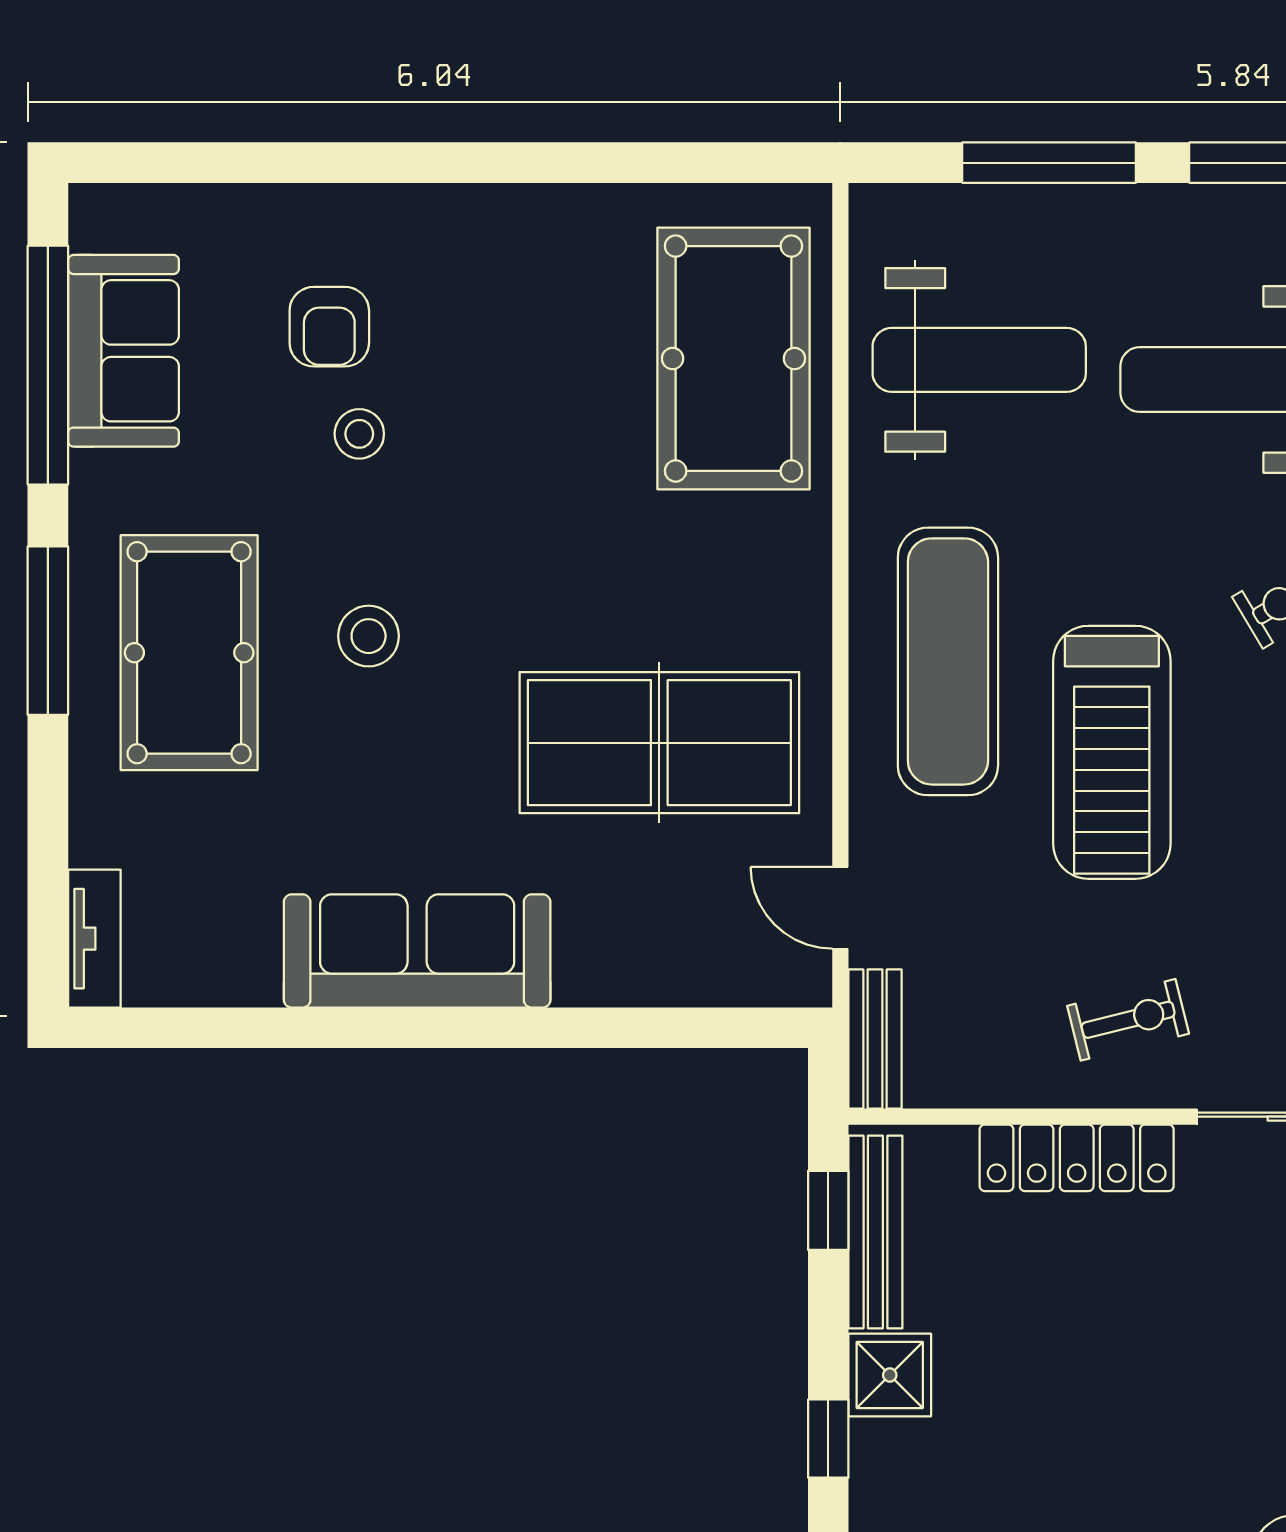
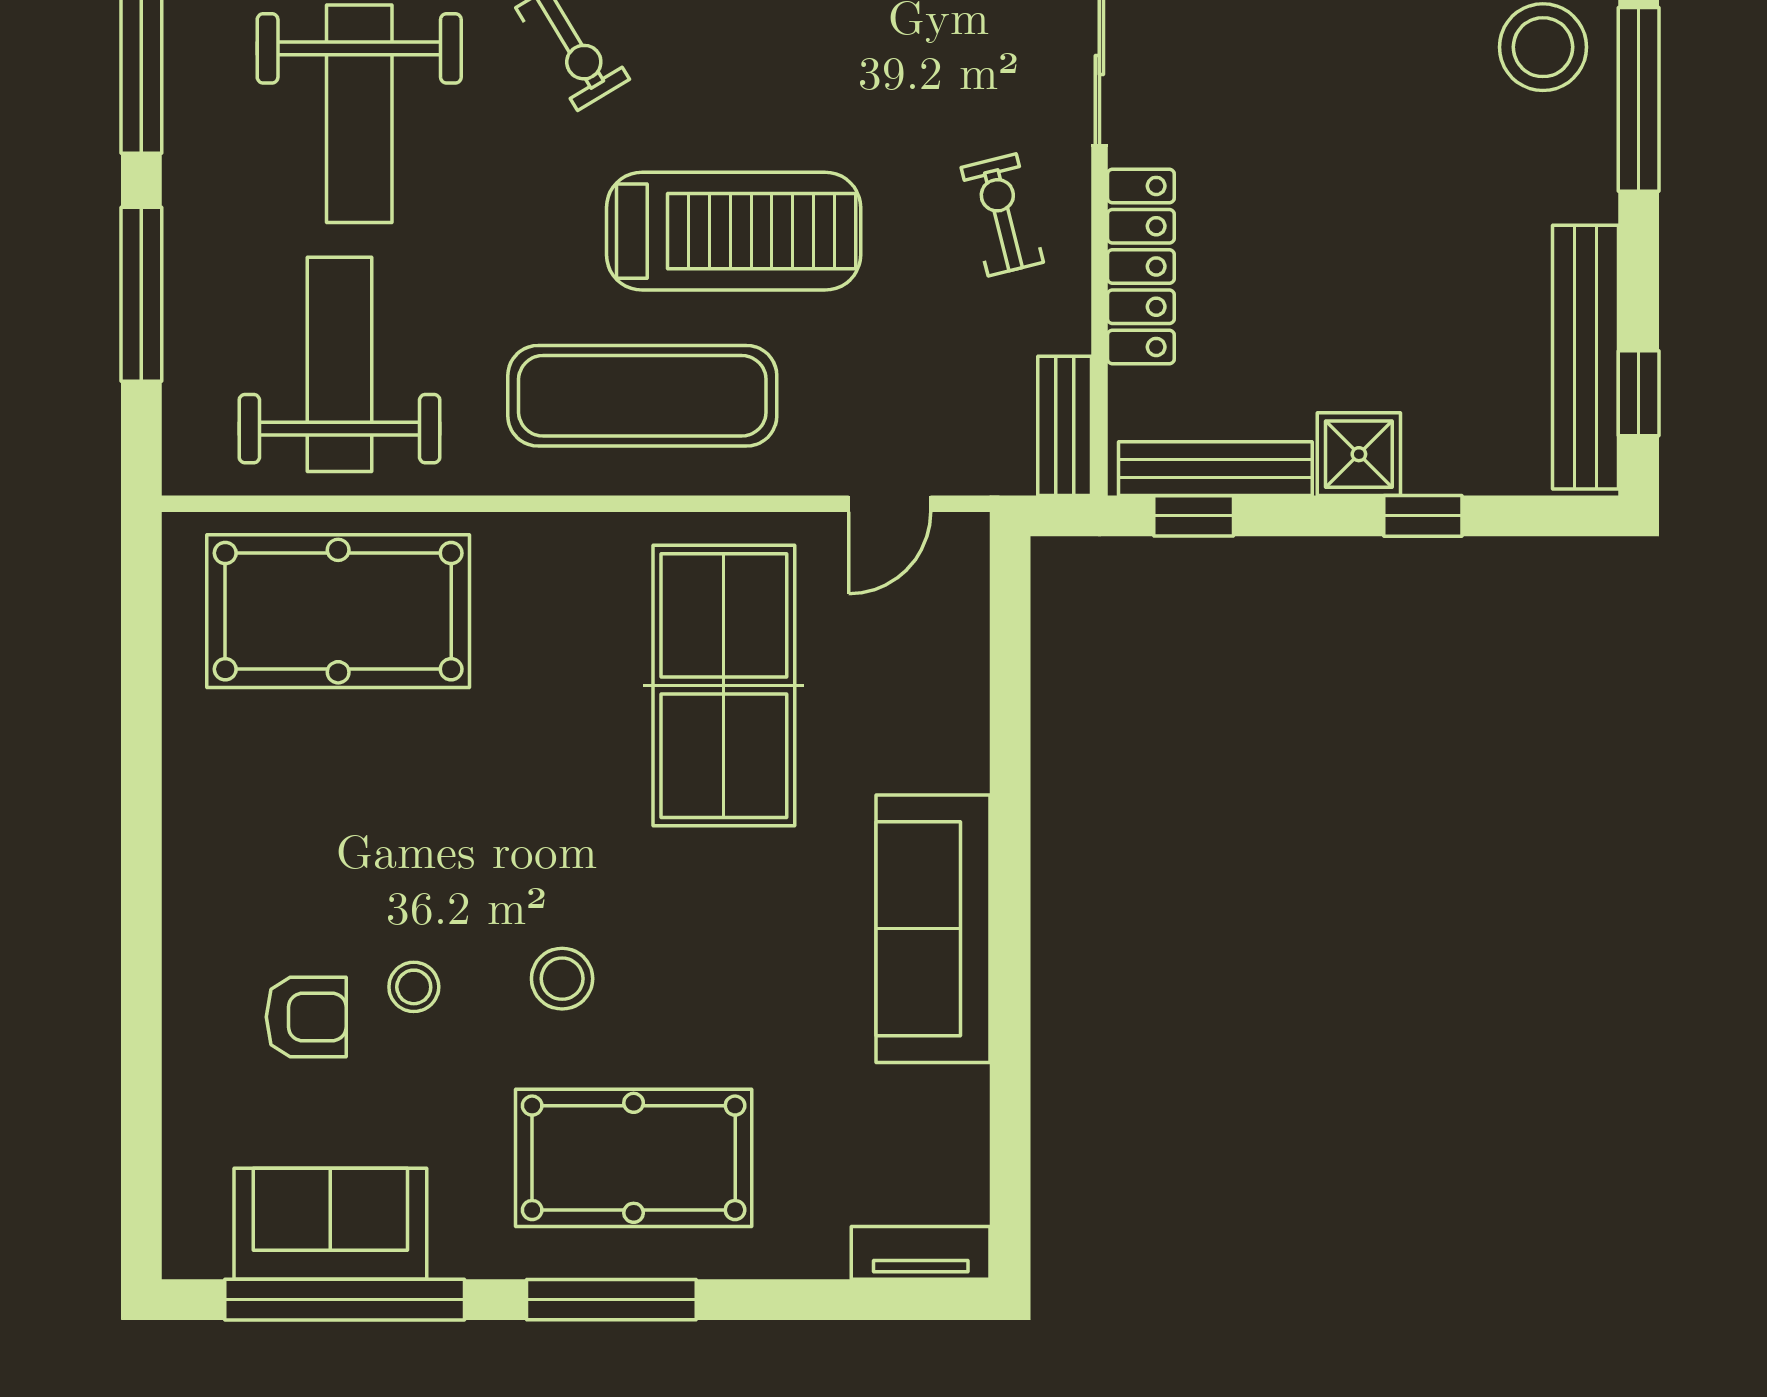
stool: (369, 636) -> (562, 979), moved
bench: (875, 1039) -> (1065, 426), moved, turned 90

